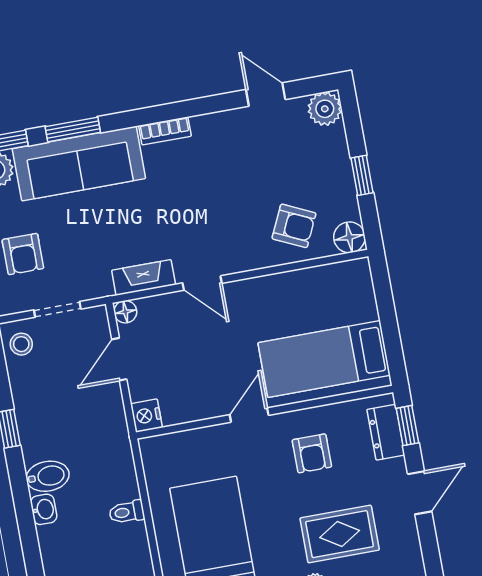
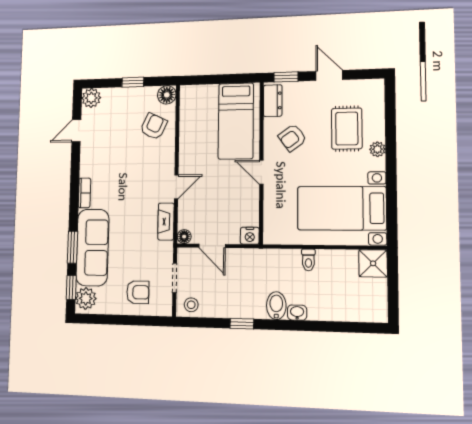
dresser: (386, 432) -> (273, 101), moved, turned -90
armchair: (312, 453) -> (292, 138), turned 144

